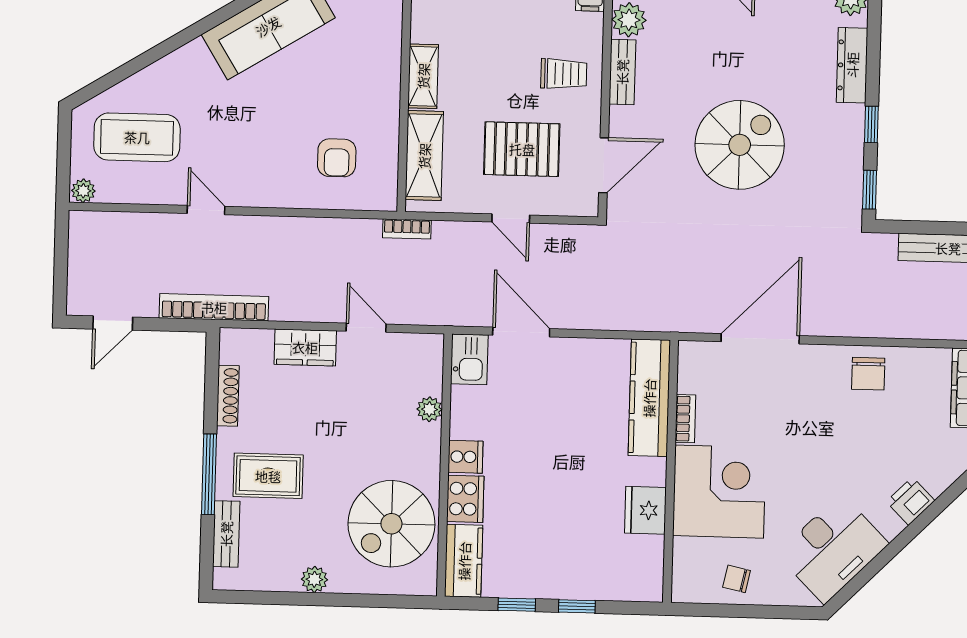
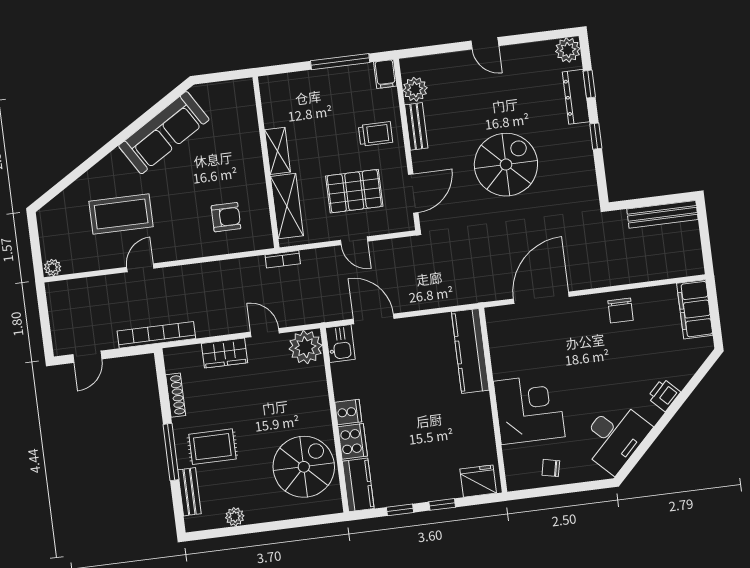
coffee table: (137, 137) -> (121, 214), moved
armchair: (337, 158) -> (226, 217), turned -90
window: (870, 190) -> (589, 84), moved
door: (206, 210) -> (140, 268), hinge flipped
plant: (429, 409) -> (306, 347), moved, width x1.87, depth x1.87
bookcase: (685, 419) -> (498, 362), removed
fridge: (645, 510) -> (478, 481), moved, turned 90
spiral stairs: (391, 524) -> (304, 467), turned 180
plant: (314, 579) -> (235, 517), moved

